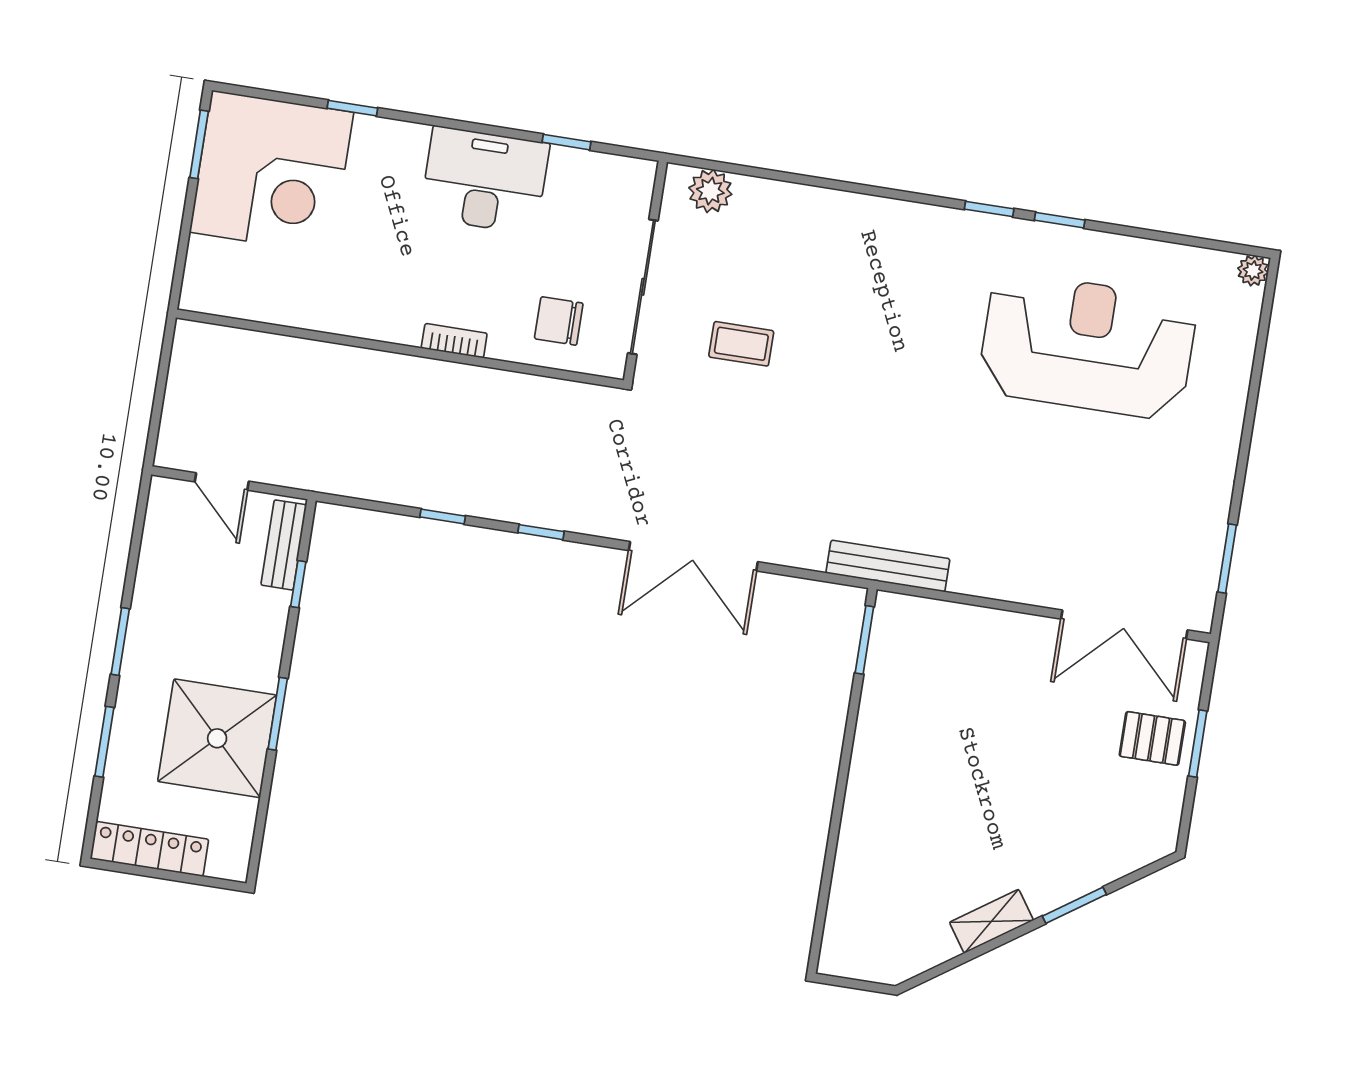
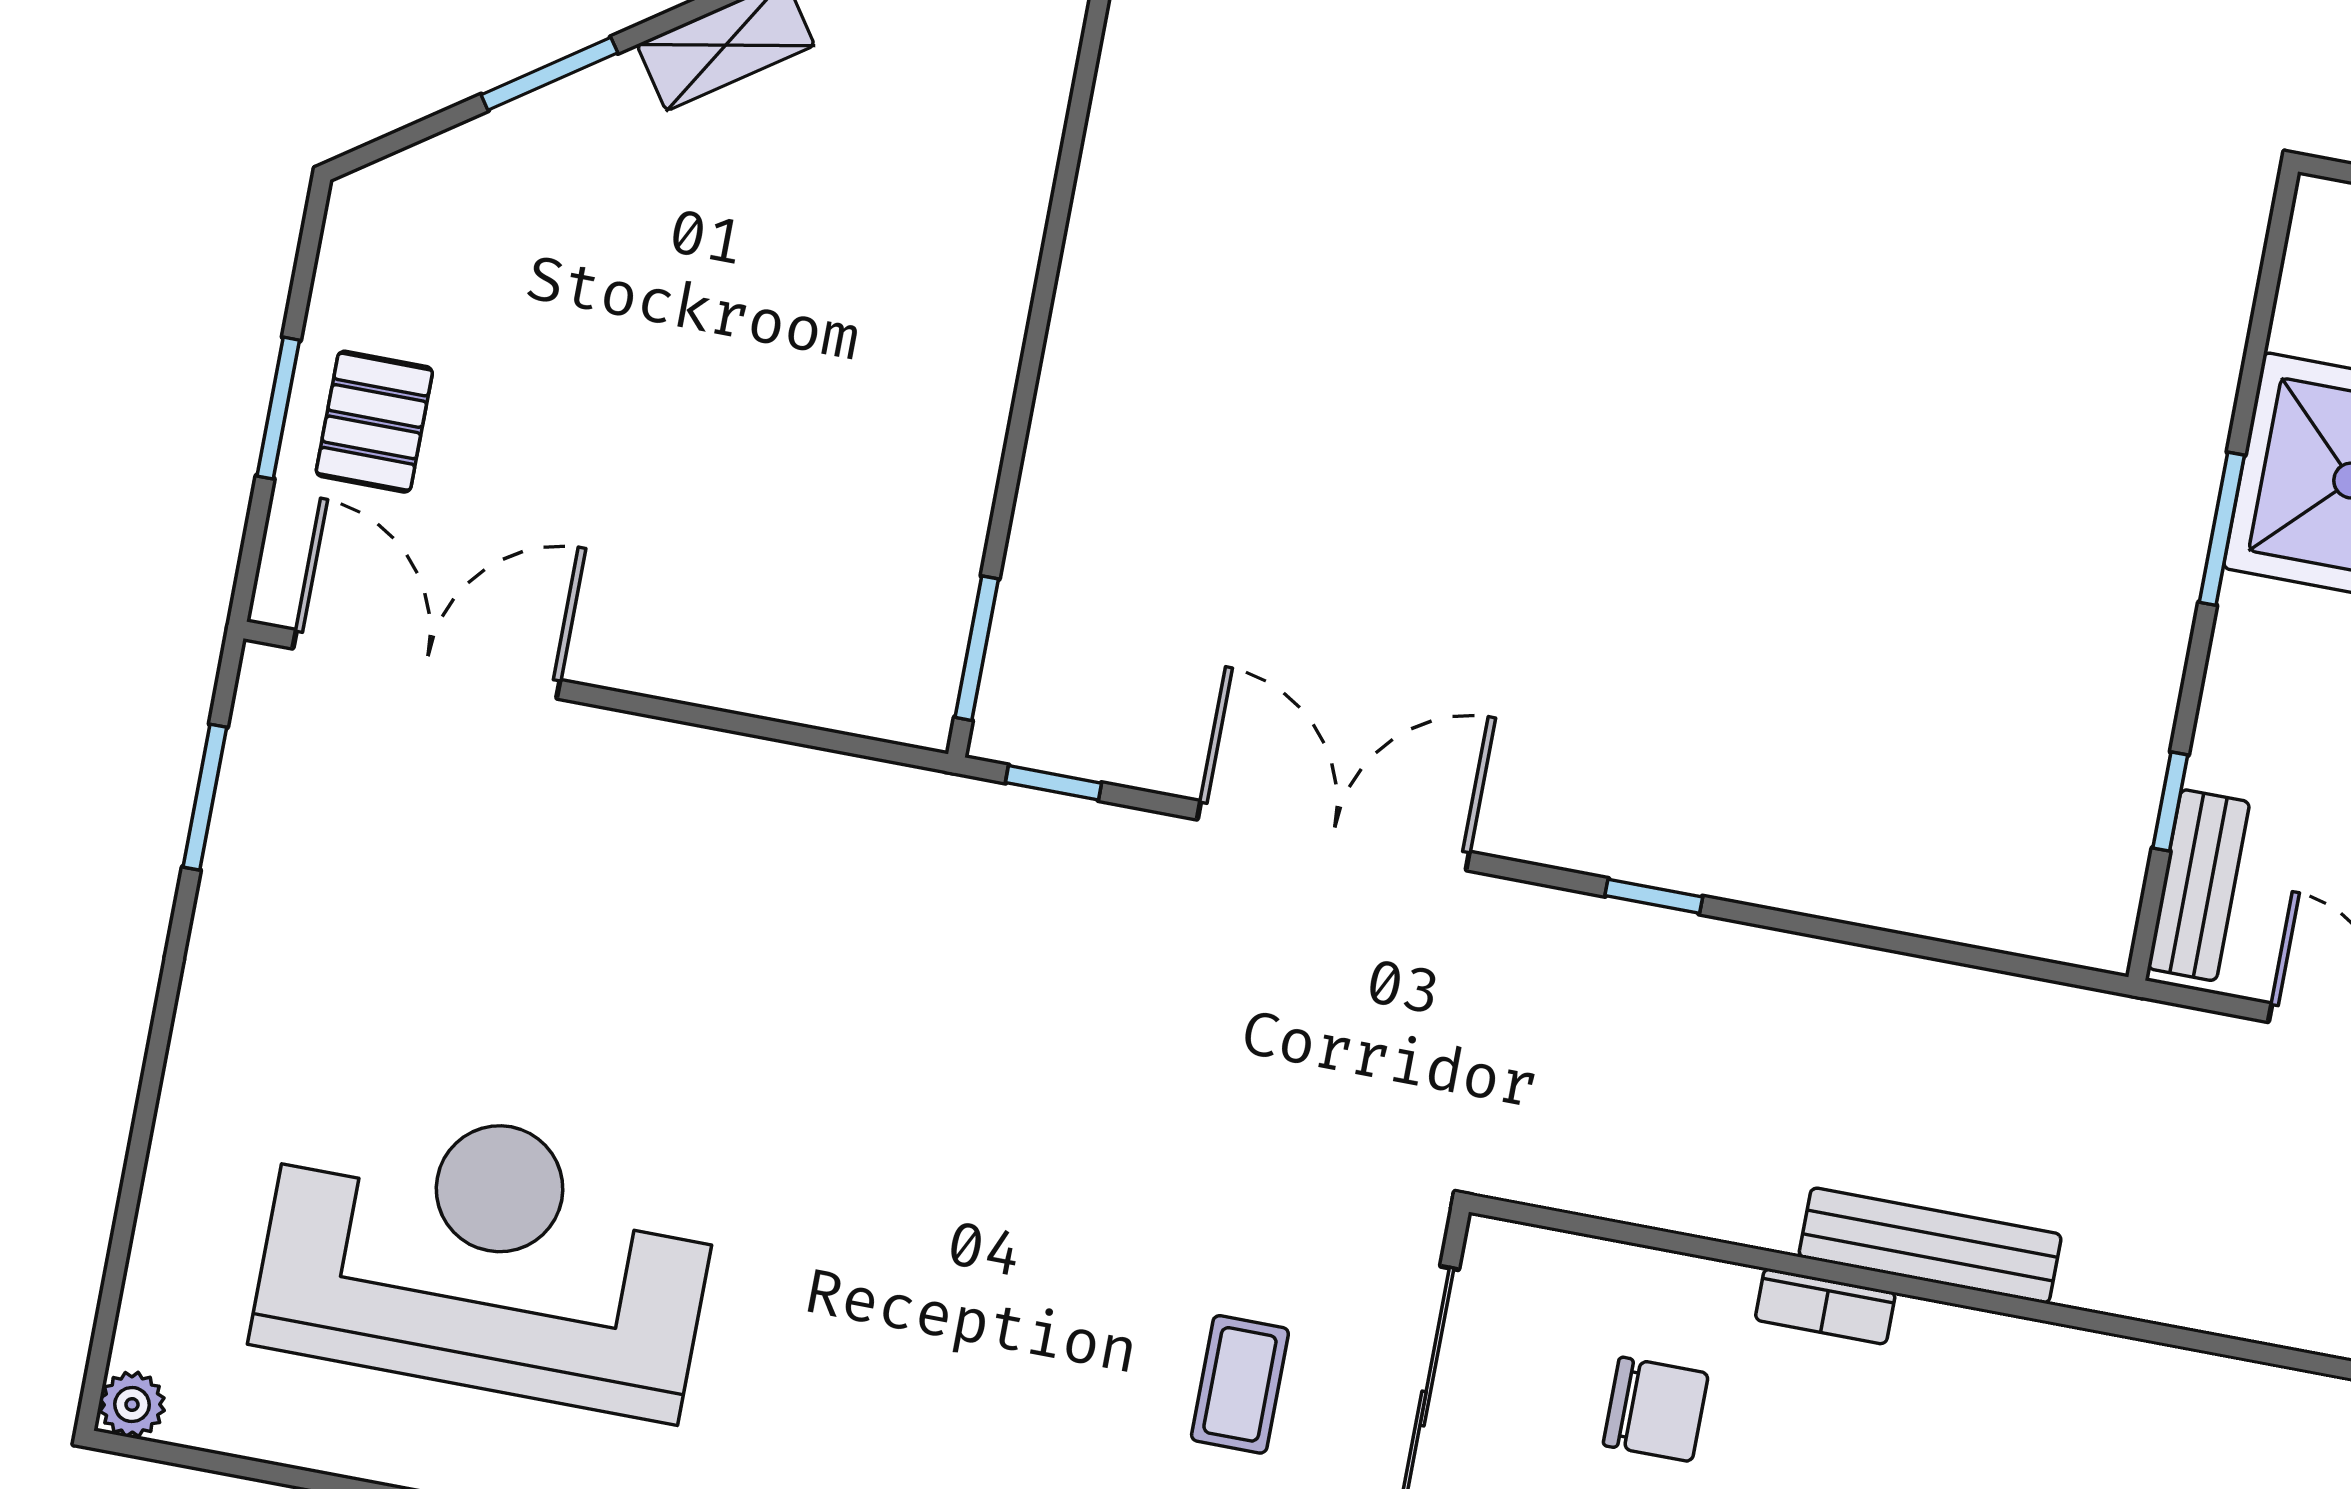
chair: (559, 321) -> (1656, 1409), moved
coffee table: (741, 344) -> (1240, 1384), moved, turned 90
reception desk: (1087, 346) -> (487, 1256), turned 180
window: (443, 516) -> (1053, 783), moved
bench: (888, 566) -> (1930, 1246), moved
pallet: (1152, 738) -> (374, 422), turned 90

